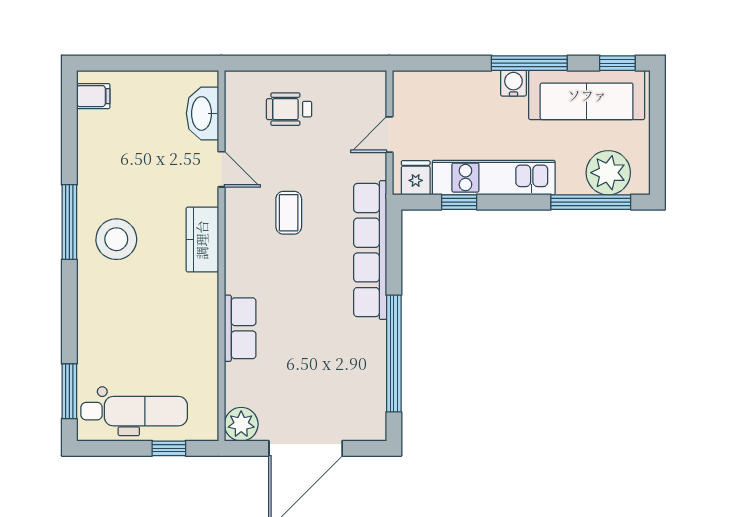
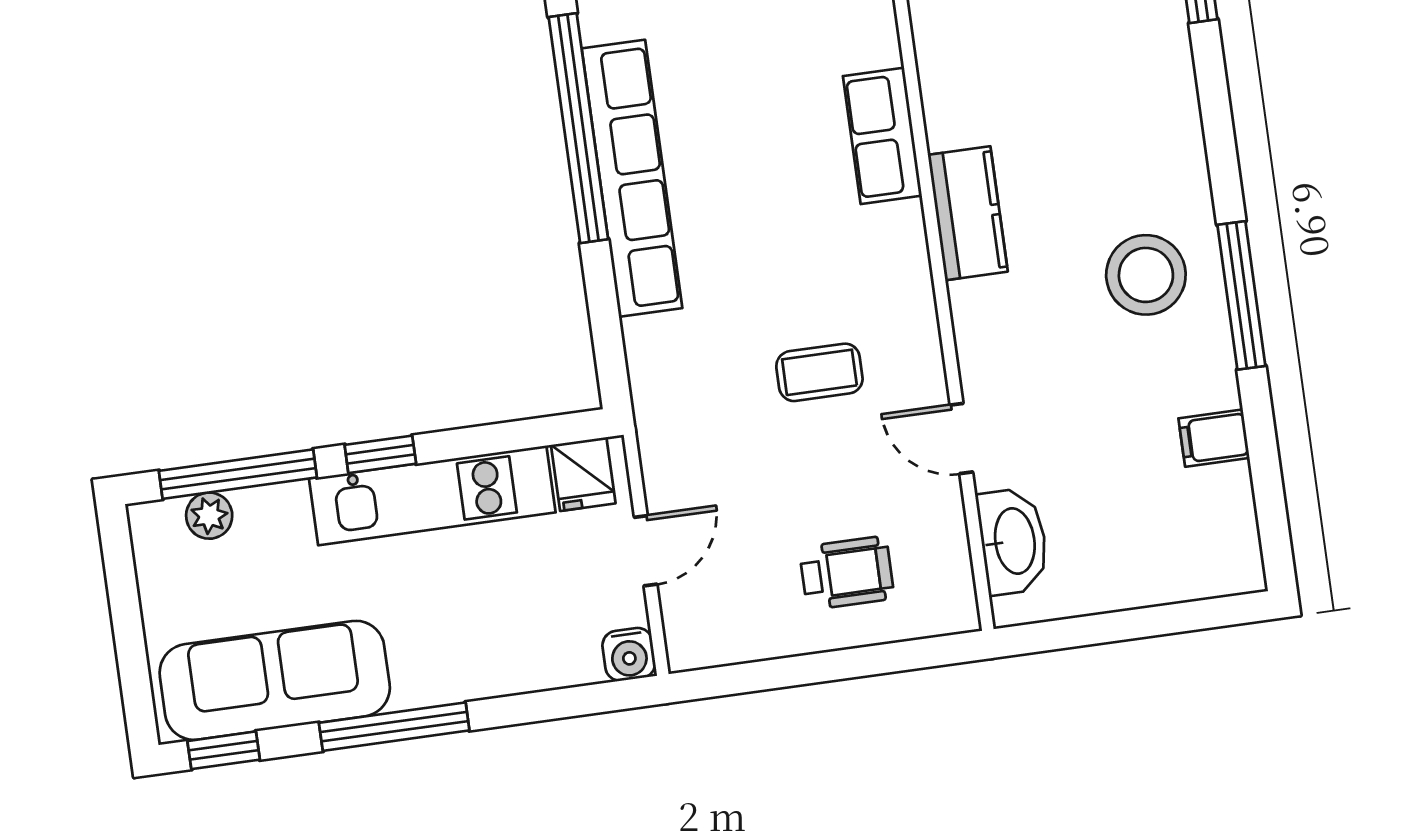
water cooler: (513, 83) -> (629, 654), moved
filing cabinet: (93, 96) -> (1214, 438), moved
plant: (608, 173) -> (209, 516), width x0.53, depth x0.53
window: (459, 202) -> (380, 454), moved
coffee table: (289, 213) -> (819, 372), turned 90
kitchen counter: (202, 240) -> (968, 213), moved
row of seats: (370, 250) -> (632, 178), moved

